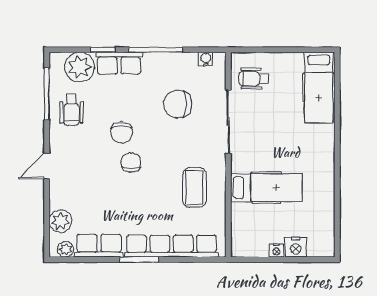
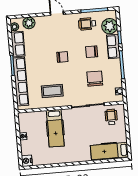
chair: (122, 132) -> (92, 52), moved
nightstand: (296, 247) -> (27, 161), moved

